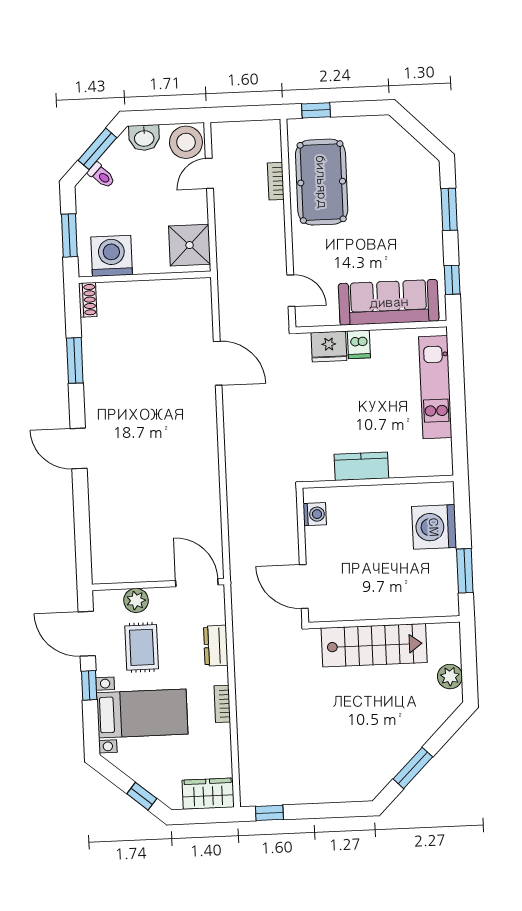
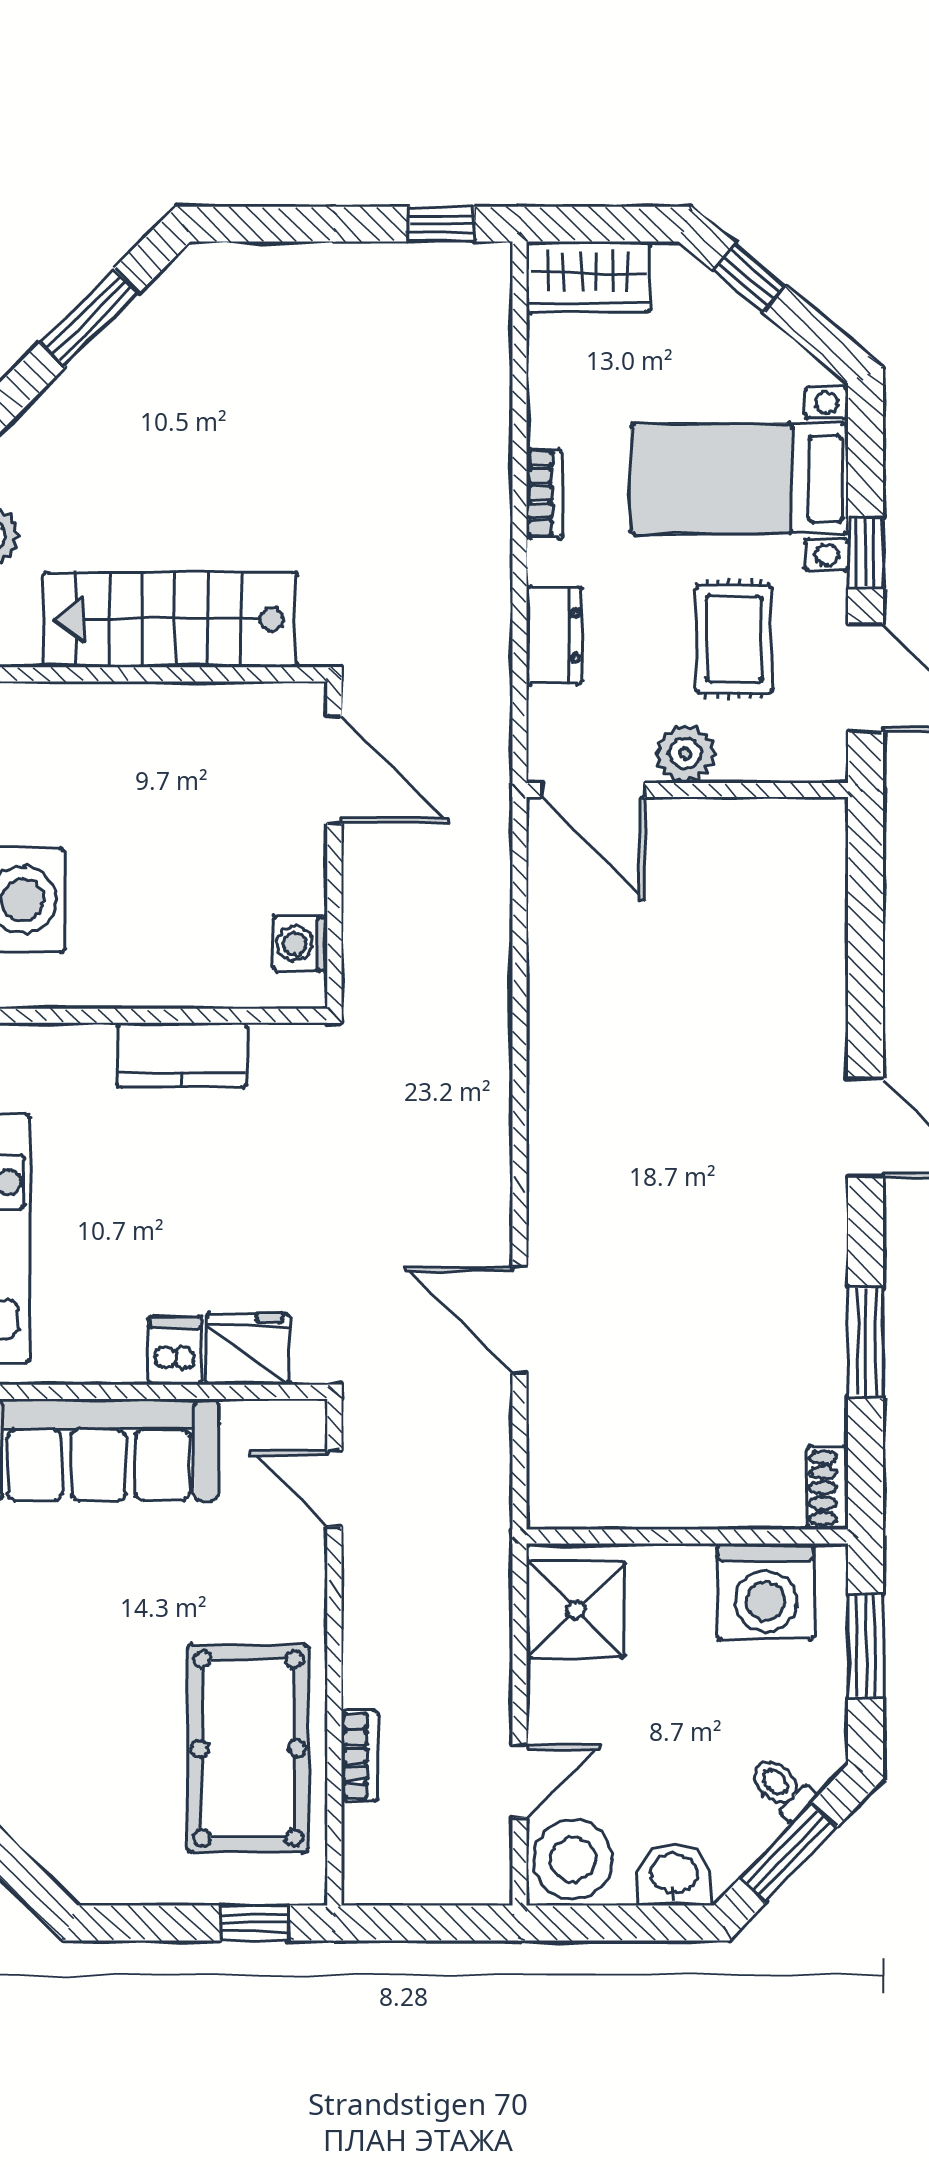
plant: (136, 600) -> (685, 753), moved

